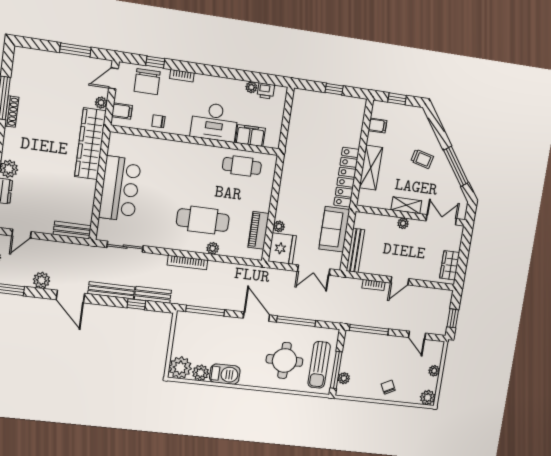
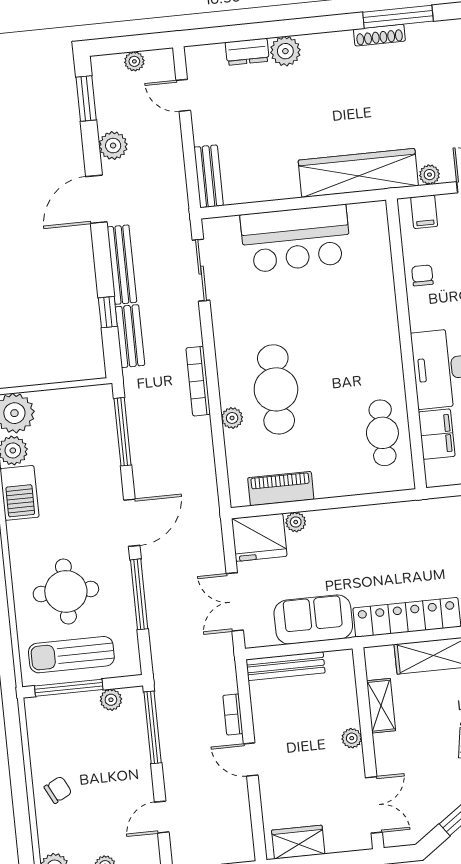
shelving: (406, 205) -> (381, 706), moved
plant: (344, 378) -> (111, 700), moved

